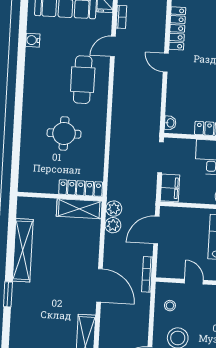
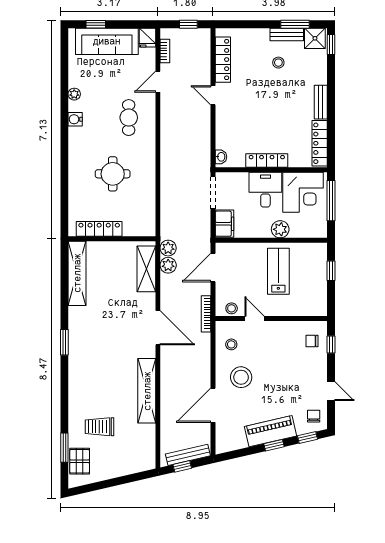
water cooler: (33, 40) -> (75, 119), moved
plant: (31, 54) -> (74, 94), added
cafe table: (83, 80) -> (129, 118), width x0.73, depth x0.74
locker: (81, 188) -> (99, 229), moved
shelving: (79, 209) -> (146, 269), moved, turned 90
shelving: (23, 250) -> (77, 273), moved
stool: (172, 271) -> (232, 308), added

